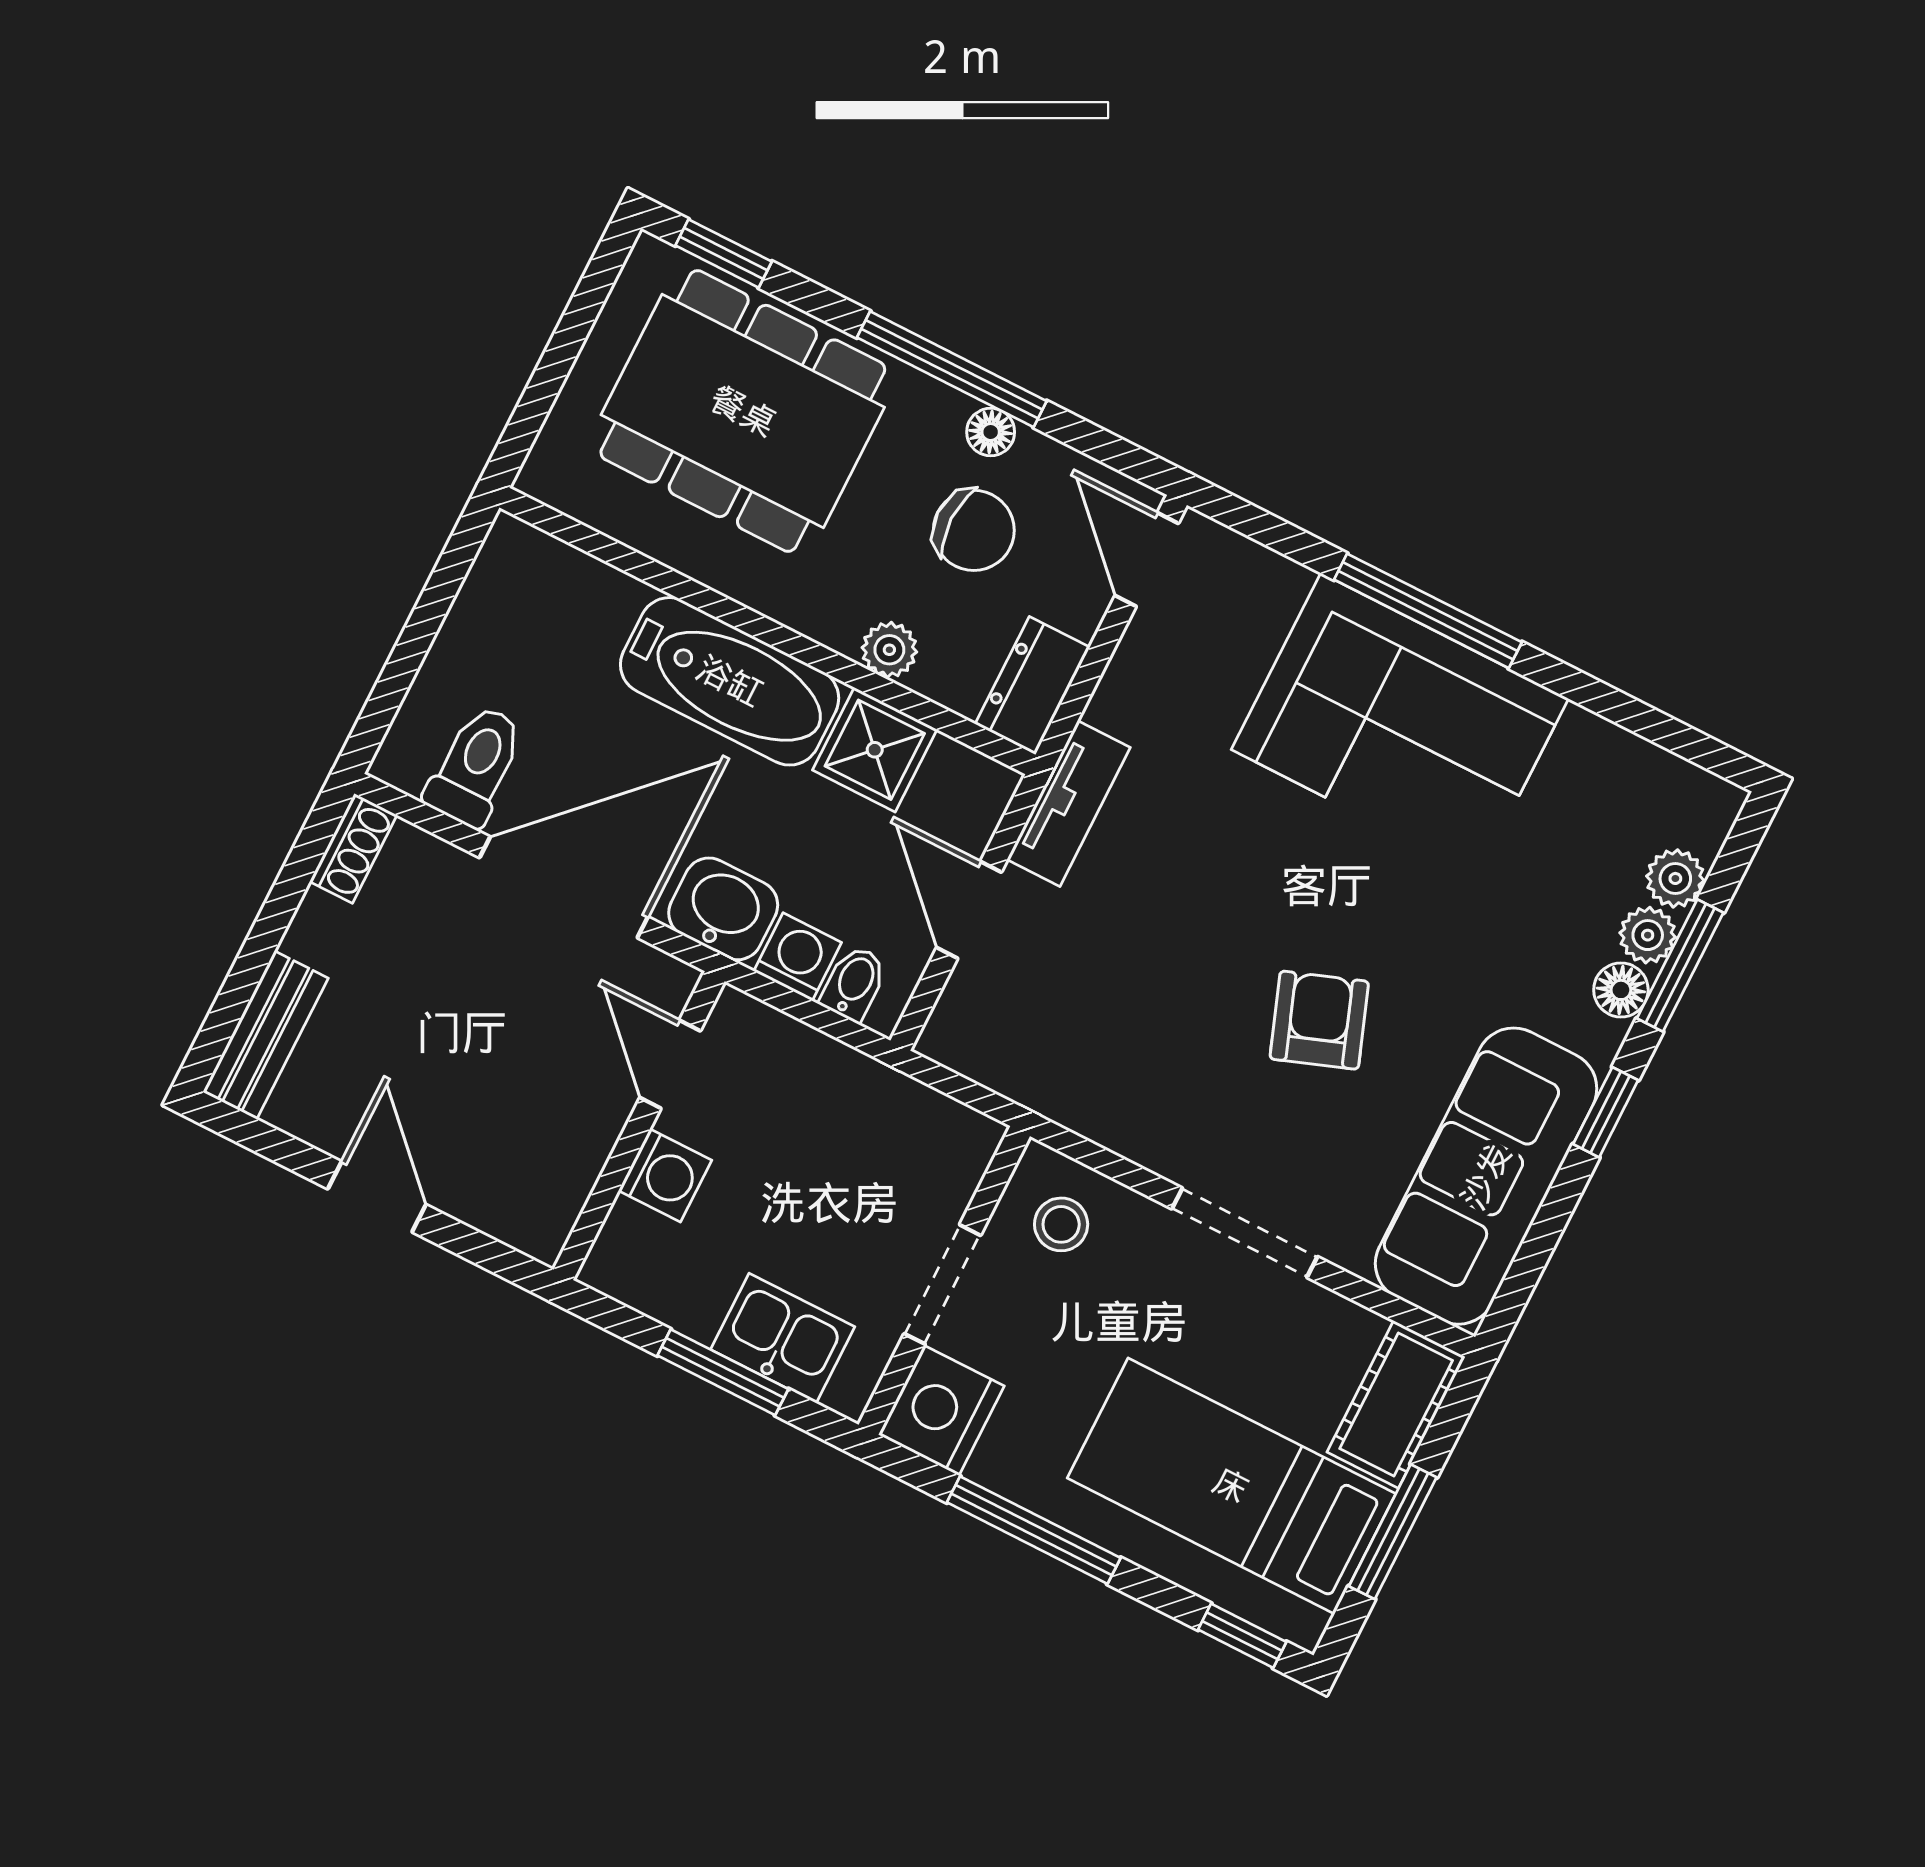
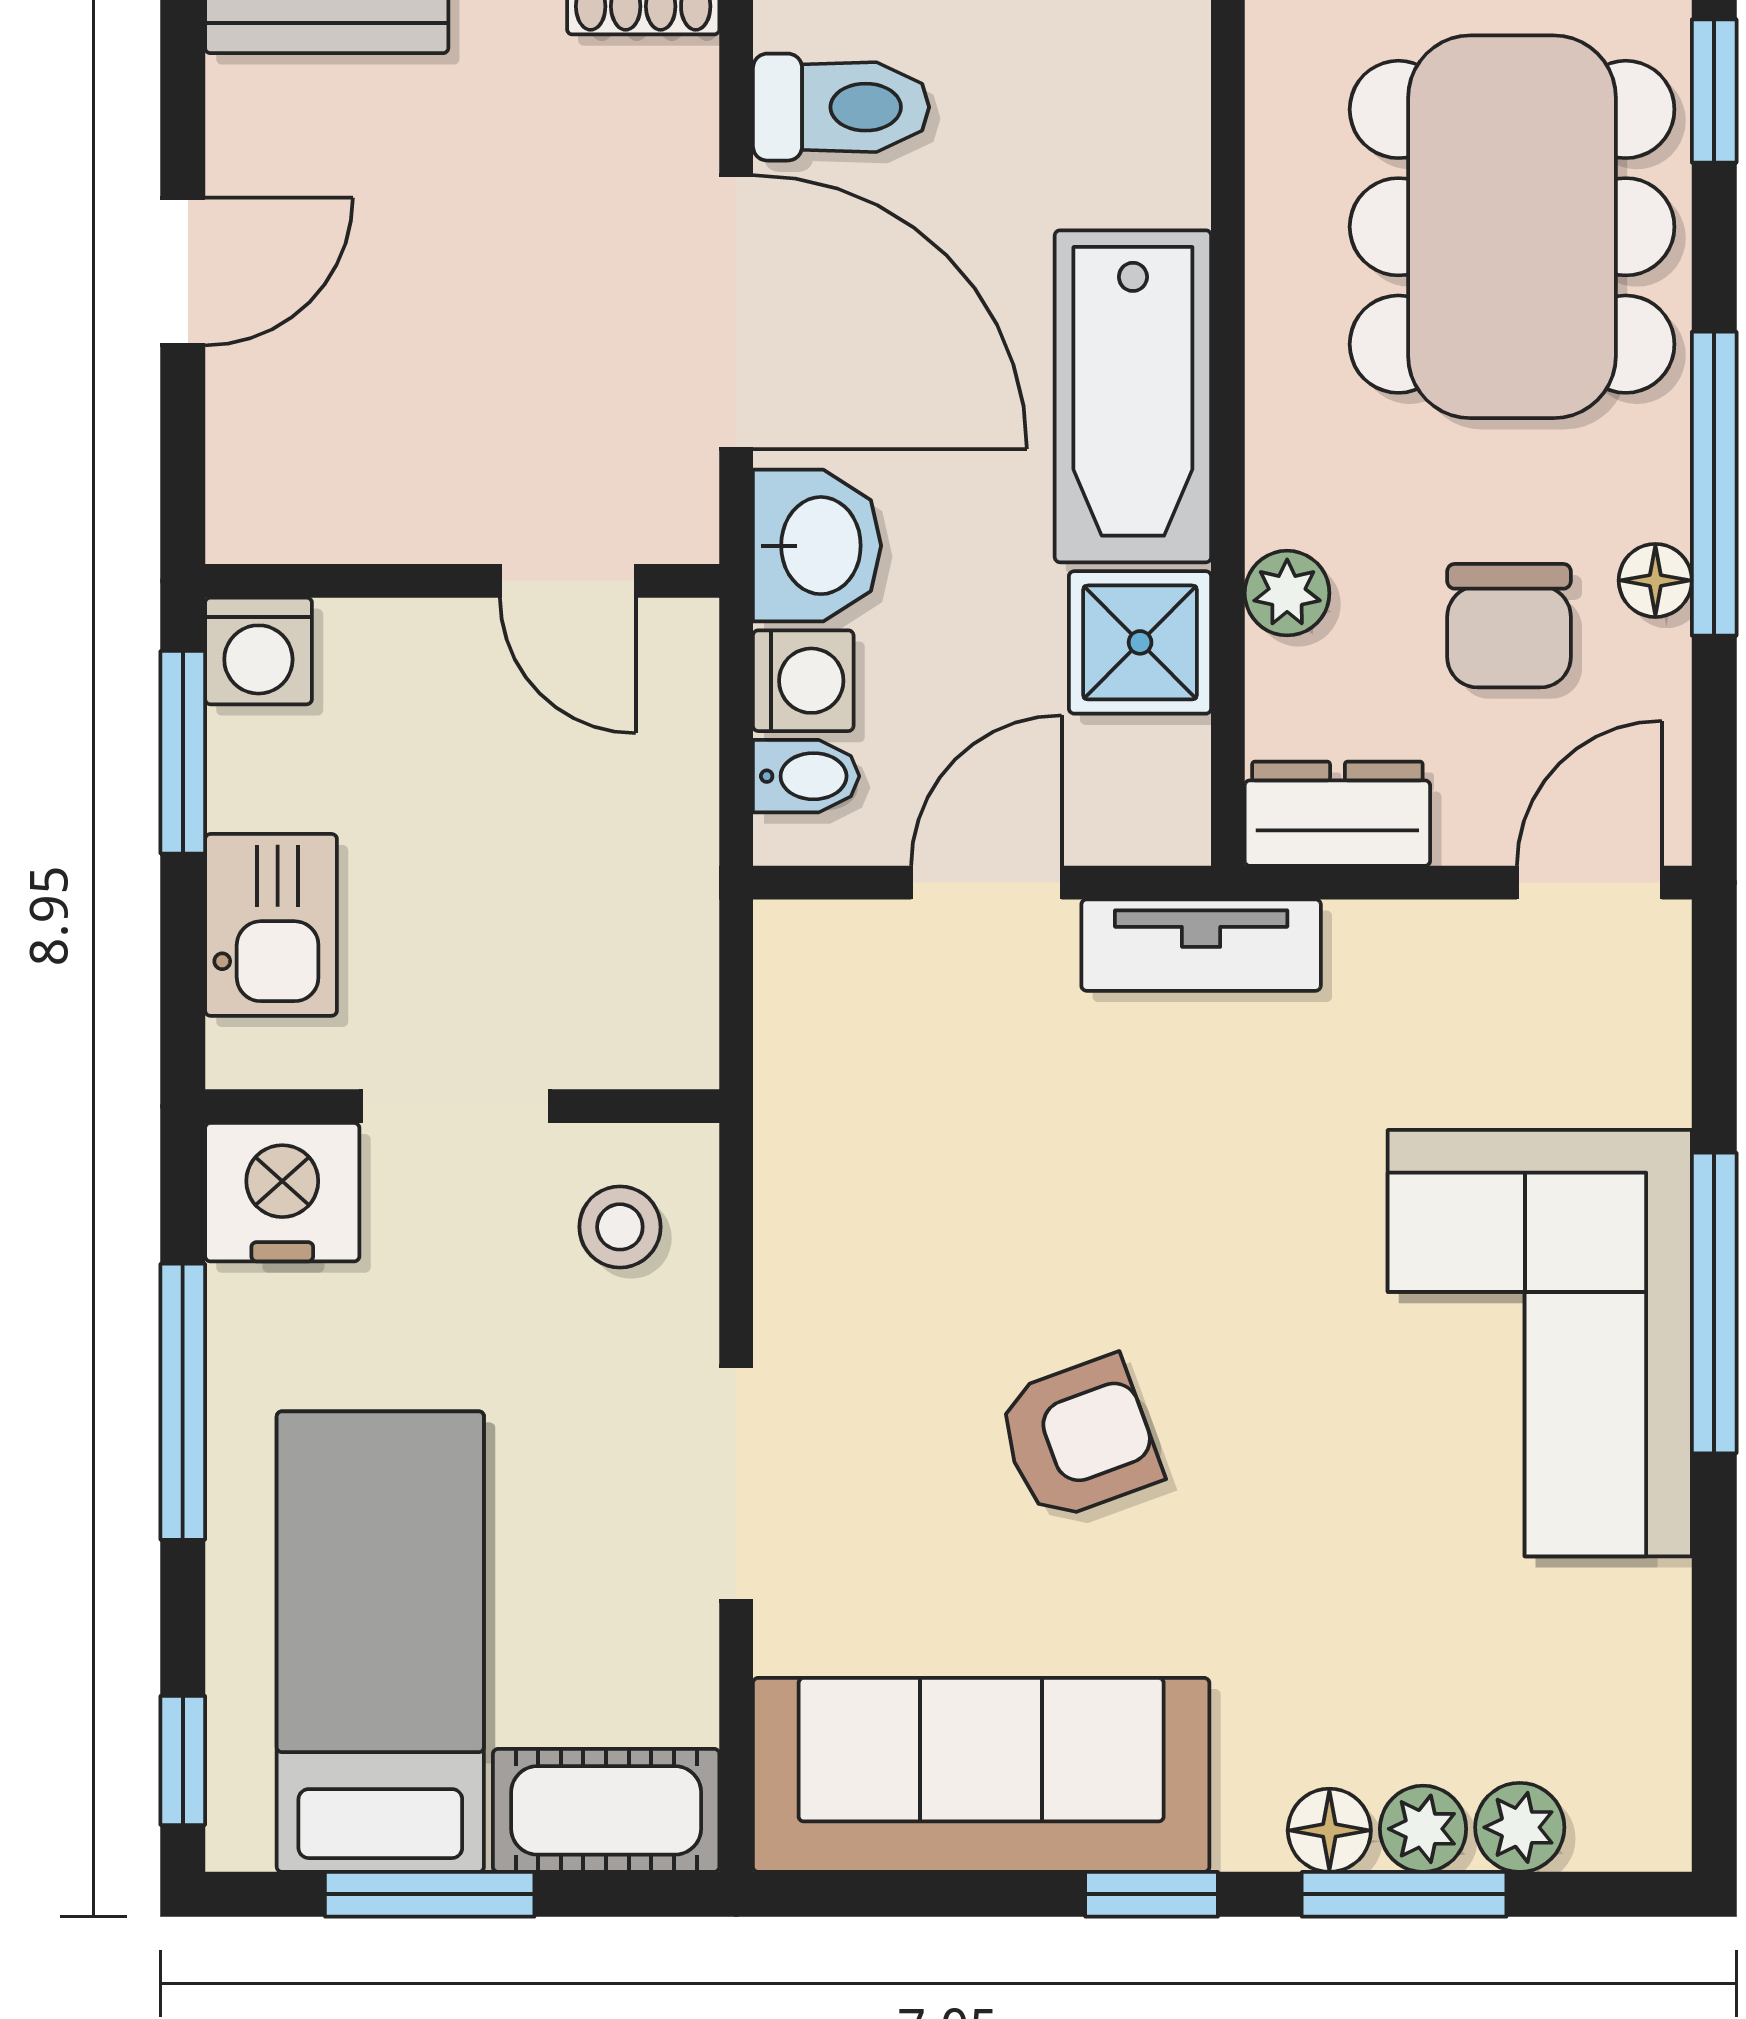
door: (670, 1064) -> (568, 581), swing flipped
washing machine: (665, 1175) -> (258, 651), moved
window: (723, 1372) -> (183, 752), moved

